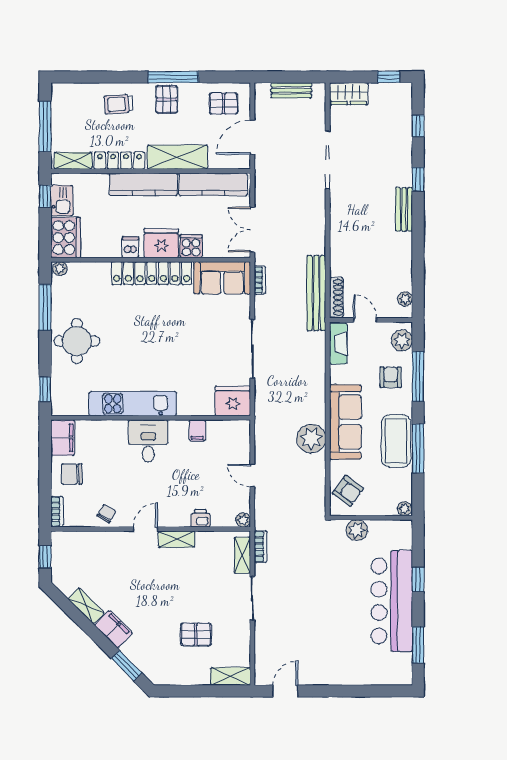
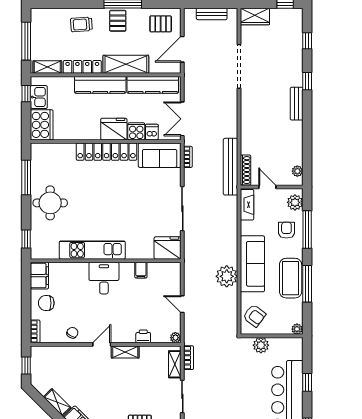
dishwasher: (131, 247) -> (152, 132), moved
plant: (60, 269) -> (37, 148), removed

